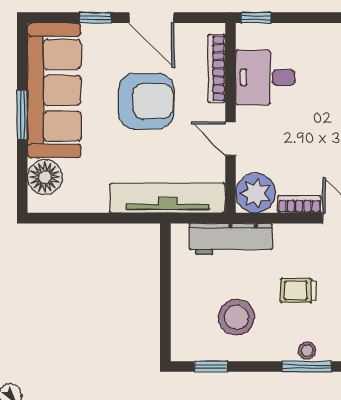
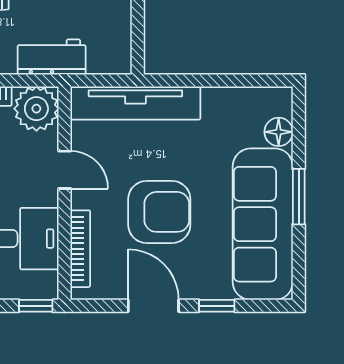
armchair: (146, 101) -> (159, 212), turned 180
floor lamp: (45, 177) -> (279, 132), width x0.73, depth x0.73
workbench: (231, 239) -> (52, 57), width x0.73

